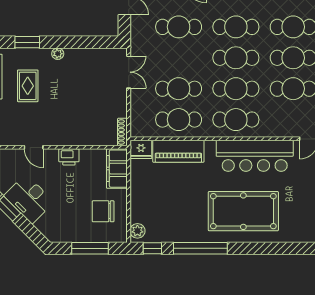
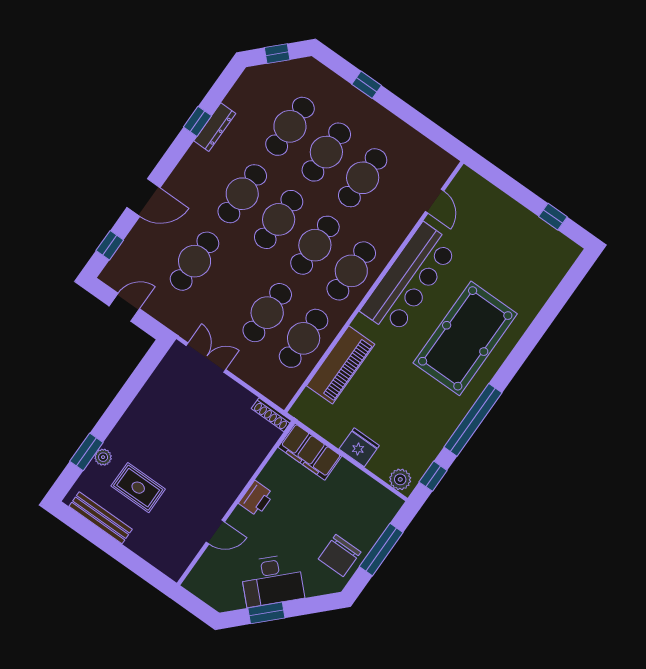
plant: (58, 54) -> (103, 457), moved
fridge: (141, 149) -> (359, 447), moved, turned -90
chair: (103, 211) -> (340, 555), moved

